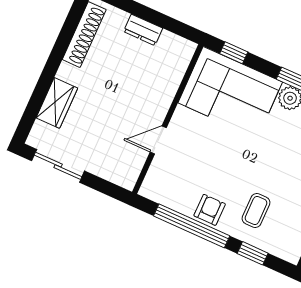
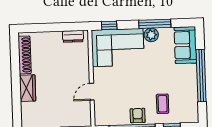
dresser: (143, 30) -> (73, 36), moved
wardrobe: (57, 103) -> (28, 88), moved

